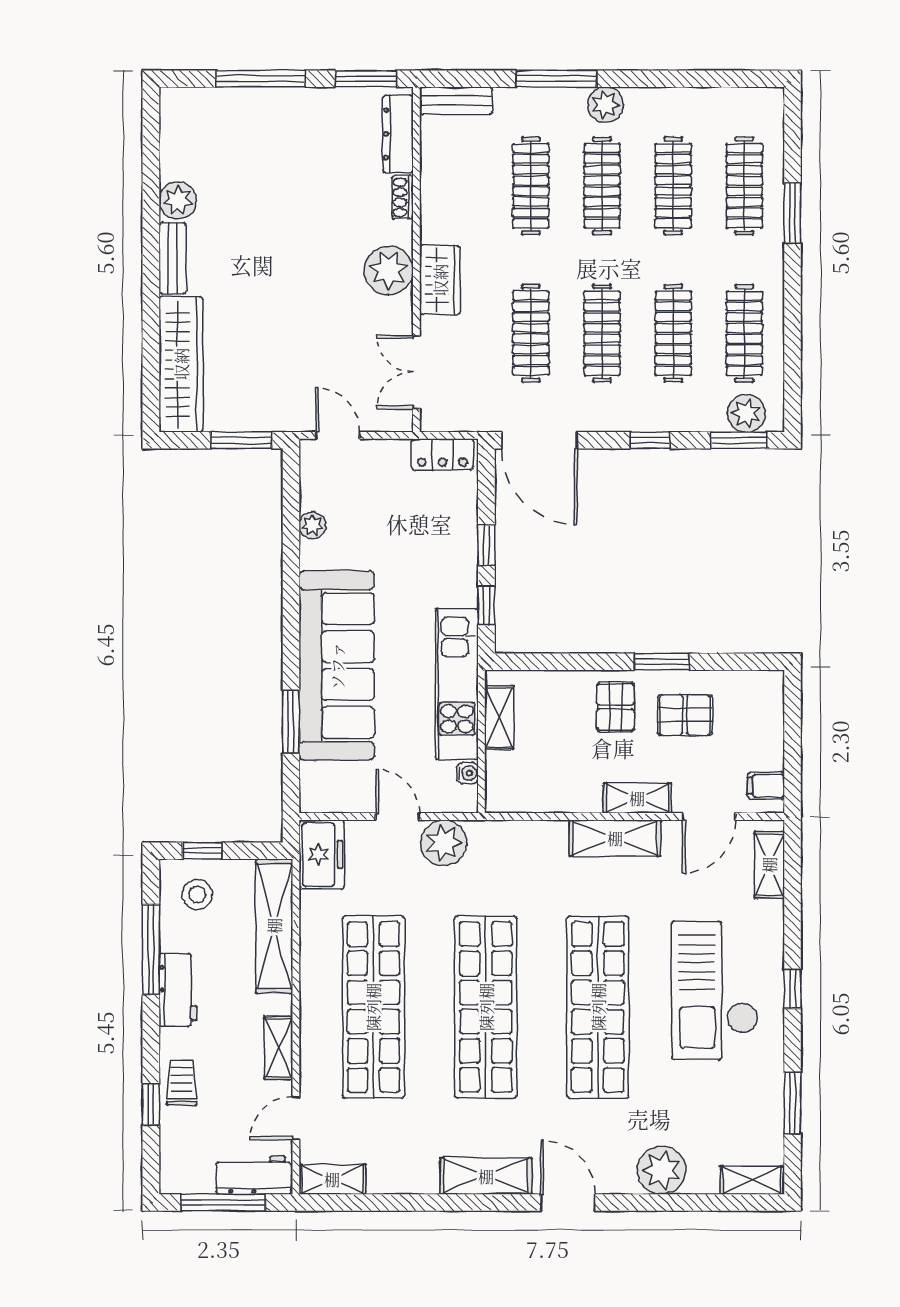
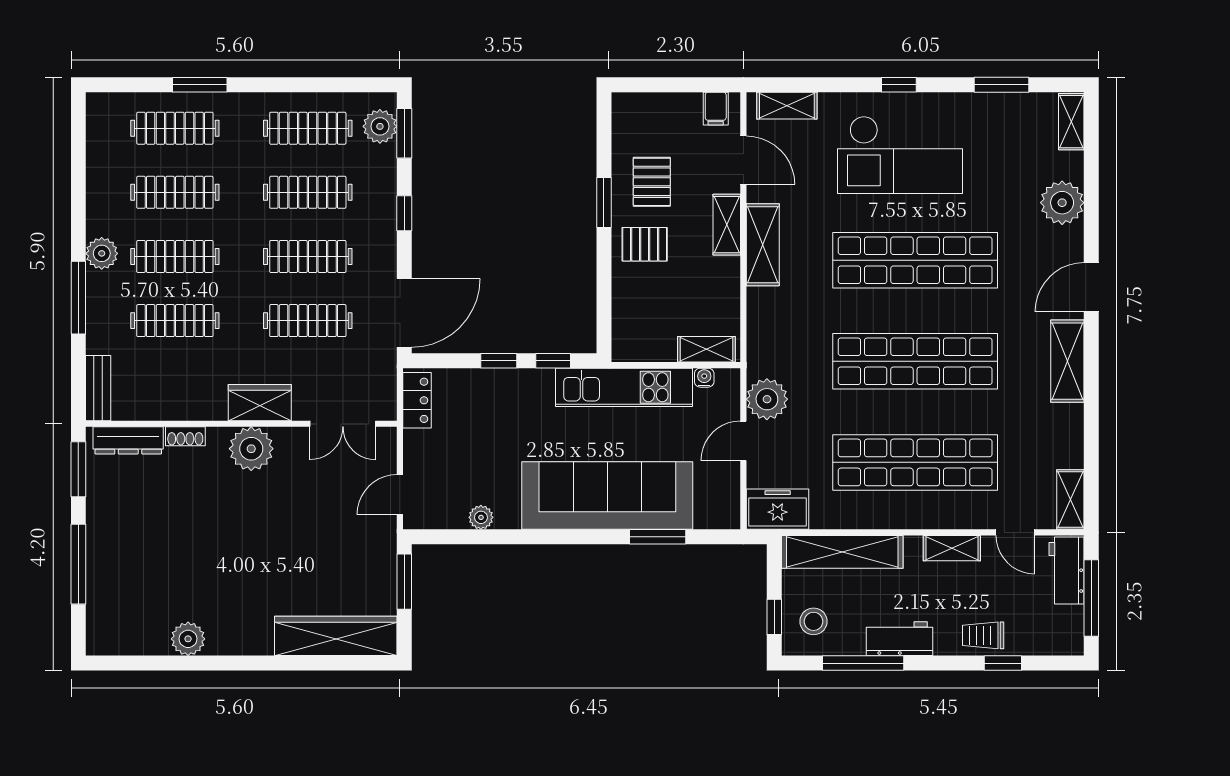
bench: (173, 258) -> (240, 643), removed
shelving: (499, 717) -> (706, 349), moved

